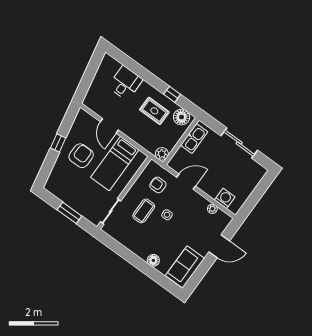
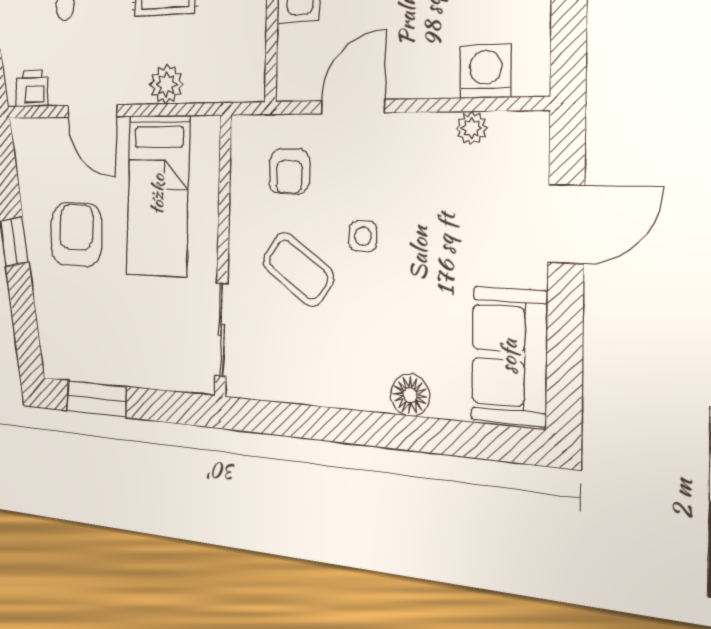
printer: (93, 104) -> (32, 88), added
plant: (162, 154) -> (166, 84), moved
armchair: (158, 185) -> (289, 171), turned -90
coffee table: (144, 211) -> (298, 269), turned -55
window: (69, 213) -> (97, 399), moved

